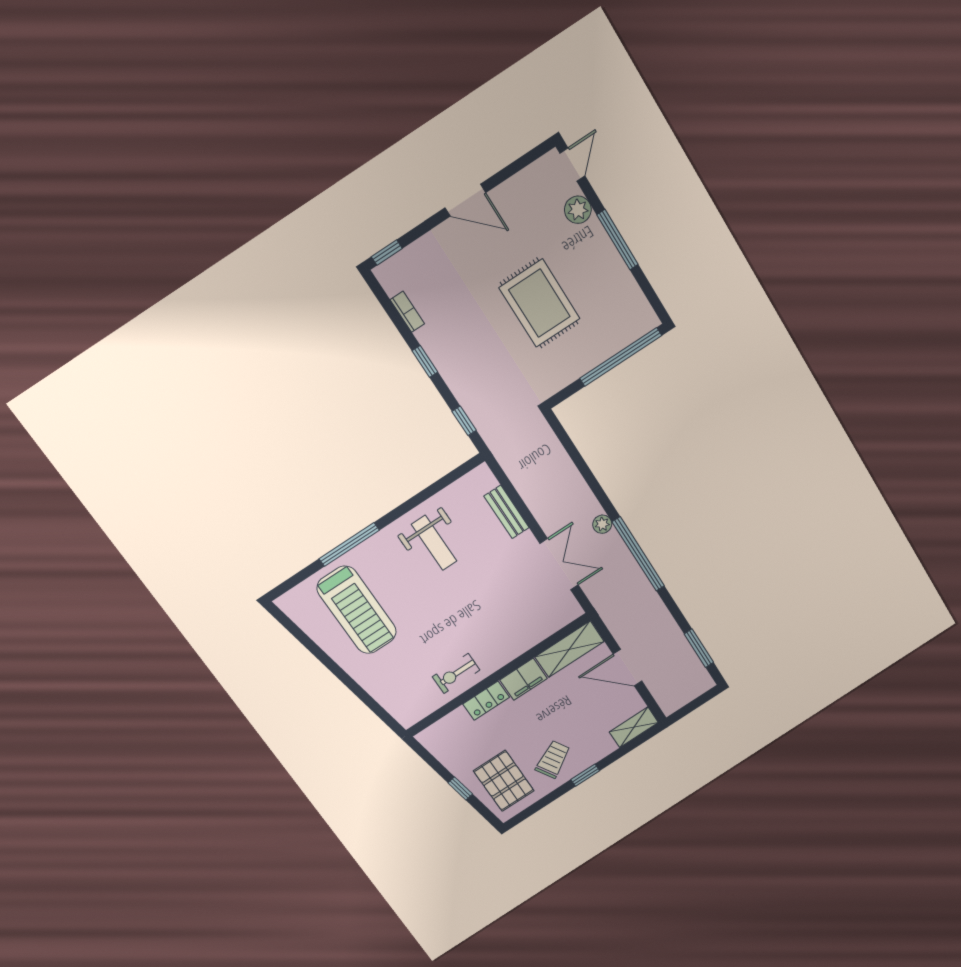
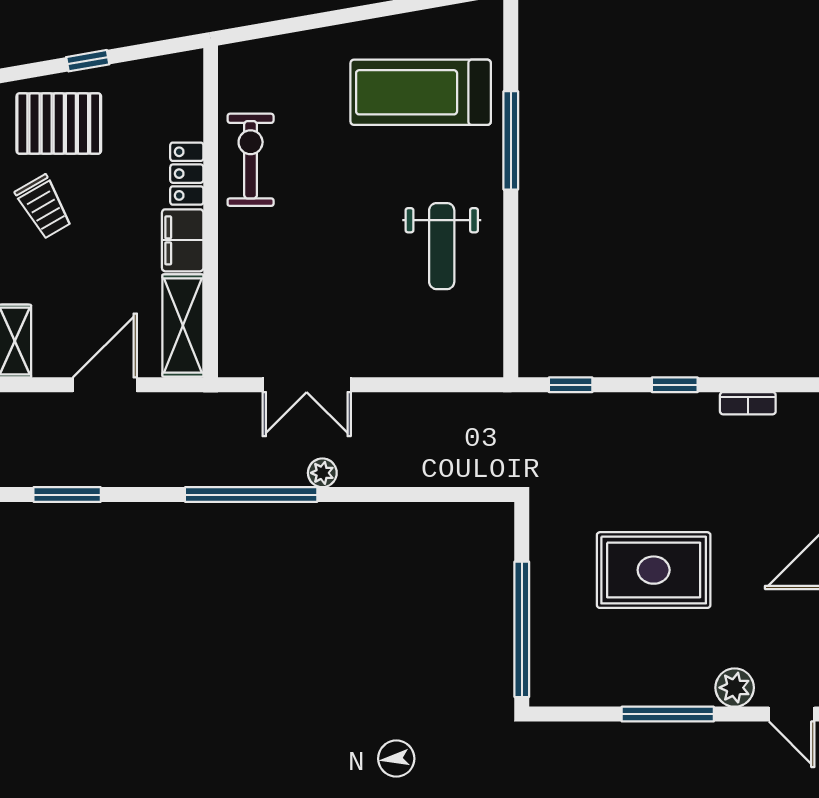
bench: (506, 512) -> (420, 362), removed
weight bench: (434, 543) -> (442, 246), turned -90
exercise bike: (456, 673) -> (251, 160), width x1.38, depth x1.39

